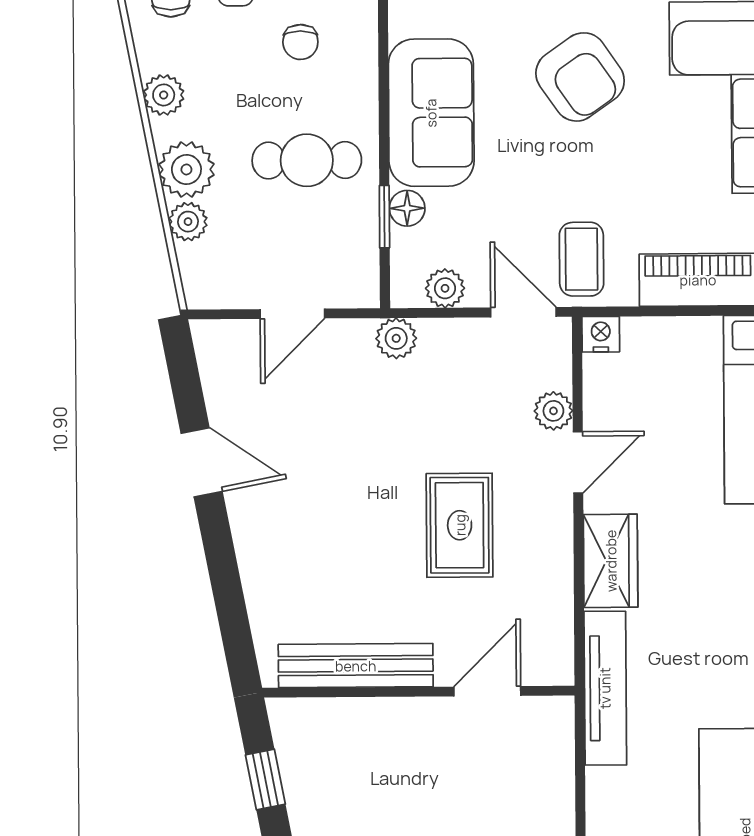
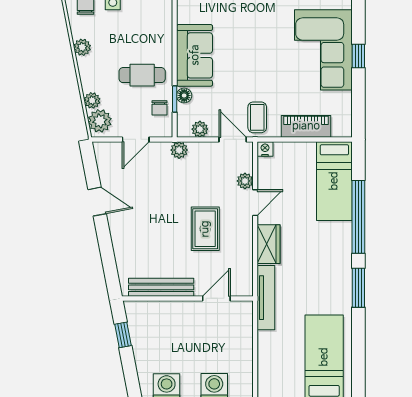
chair: (300, 42) -> (159, 108), moved
armchair: (580, 77) -> (257, 41), removed
plant: (186, 170) -> (100, 121), moved

